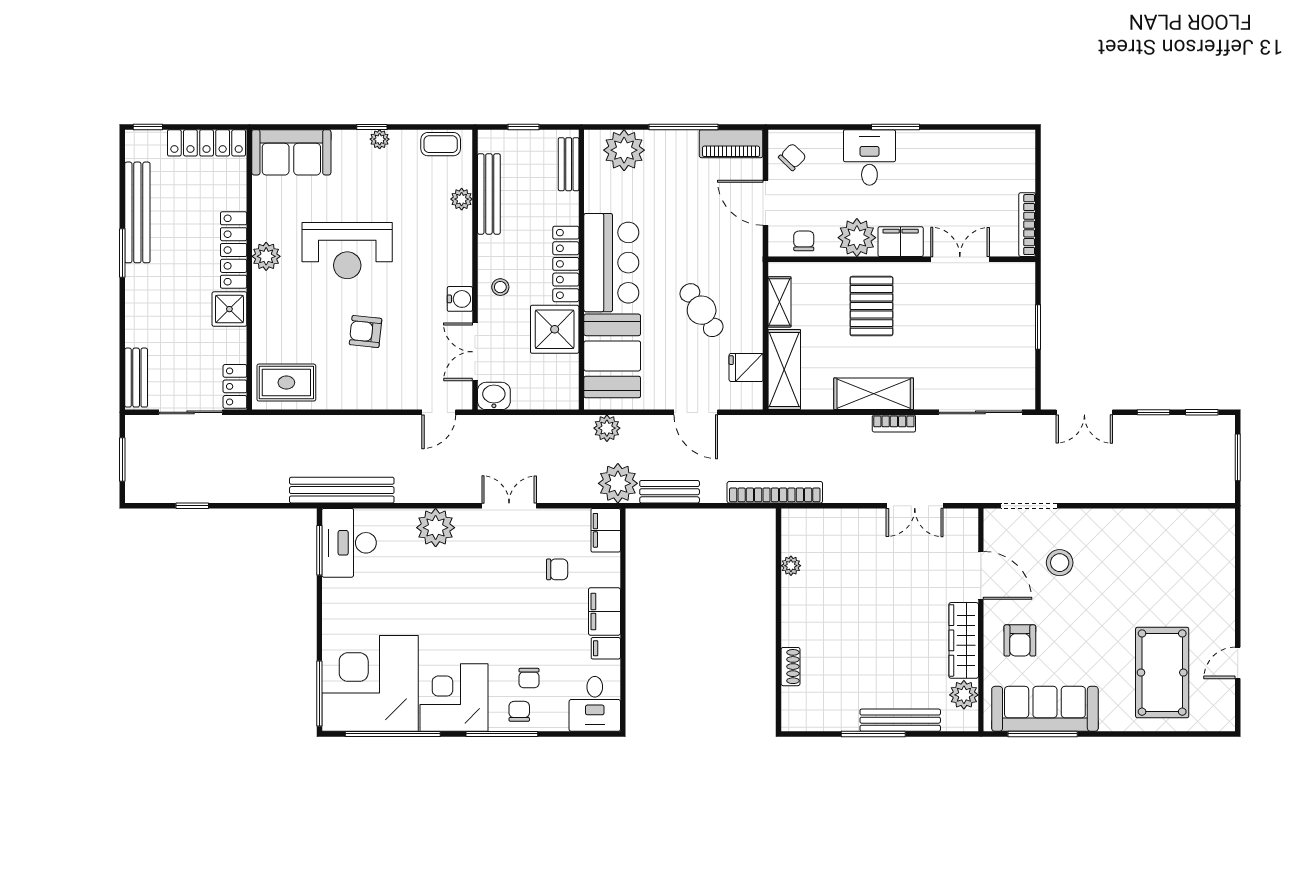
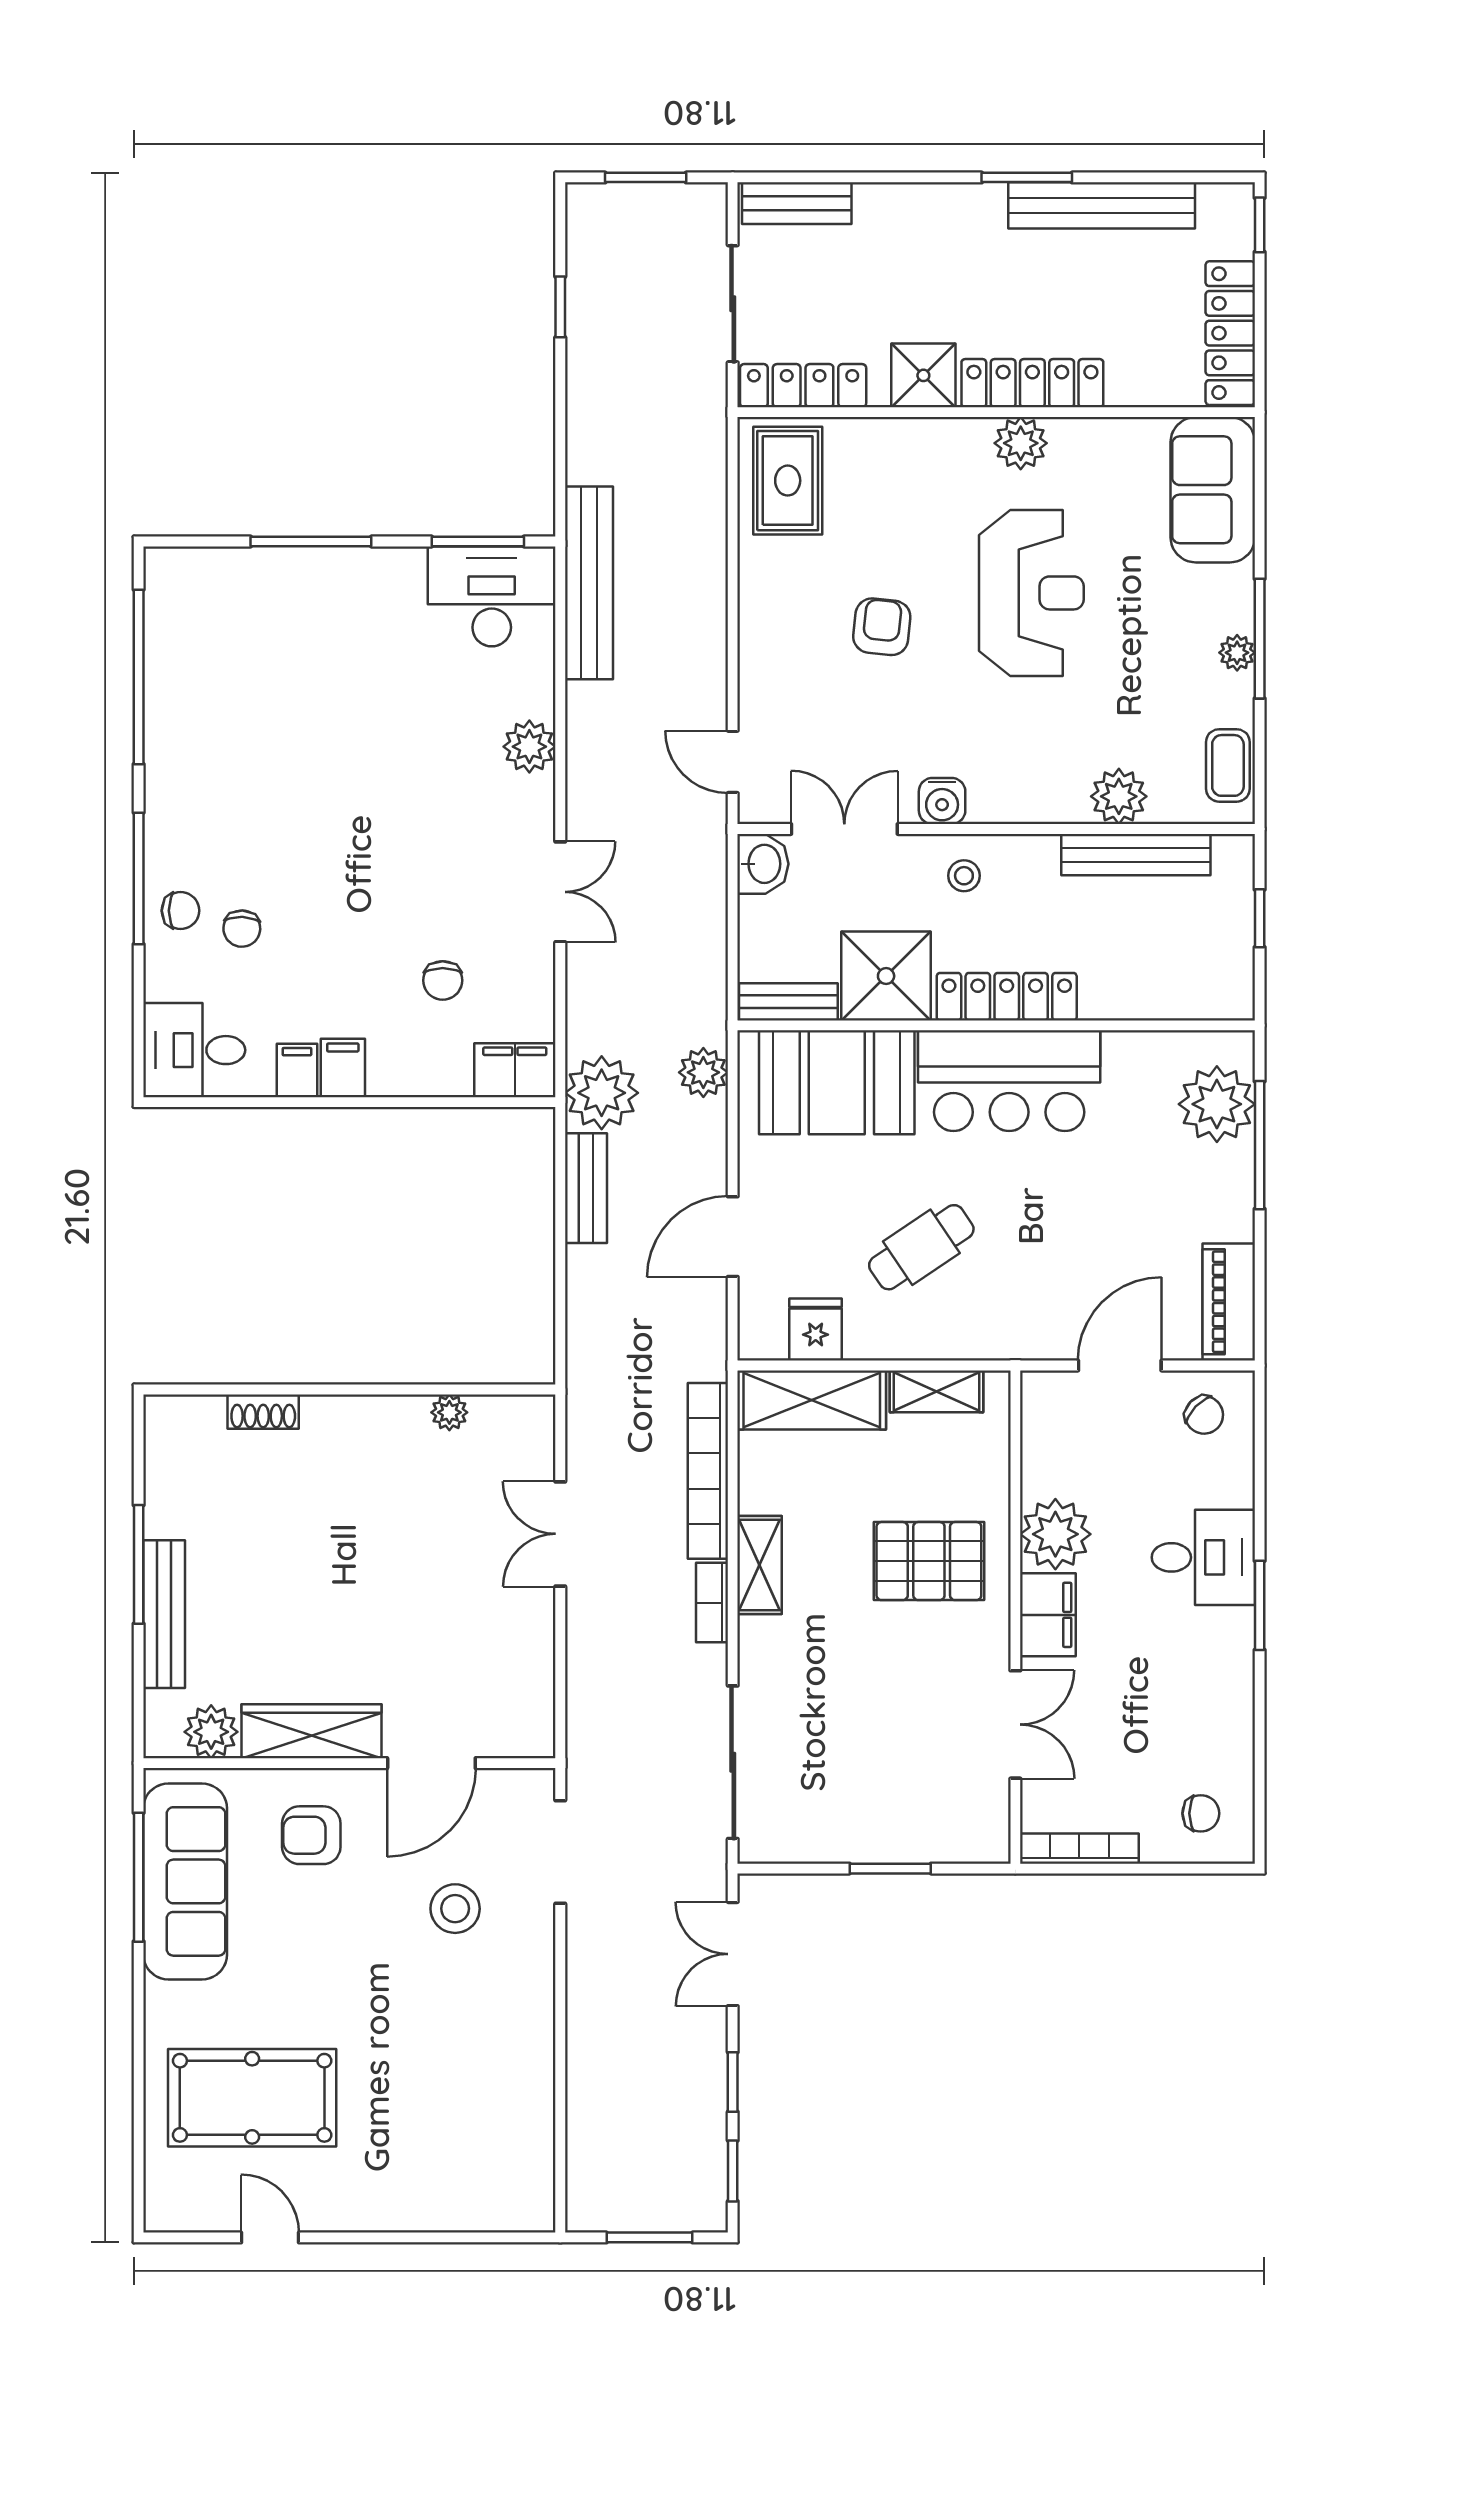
window: (372, 127) -> (1260, 639), width x2.17
window: (684, 127) -> (1260, 1145), moved
bench: (569, 164) -> (788, 1002), moved
plant: (462, 199) -> (1119, 796), width x1.38, depth x1.38
chair: (804, 241) -> (1201, 1813), moved
reception desk: (347, 251) -> (1031, 593), turned 180
locker: (235, 386) -> (803, 386), width x1.53
shelving: (874, 394) -> (760, 1565), width x0.67, depth x0.75
bookcase: (775, 492) -> (708, 1471), moved, turned 180
double door: (915, 506) -> (560, 1534), moved
plant: (436, 528) -> (529, 747), width x0.73, depth x0.73
filing cabinet: (604, 612) -> (343, 1068), width x0.50
chair: (529, 678) -> (242, 929), turned -88
corner desk: (370, 683) -> (232, 635), removed
window: (319, 694) -> (311, 542), moved
corner desk: (454, 698) -> (206, 790), removed

